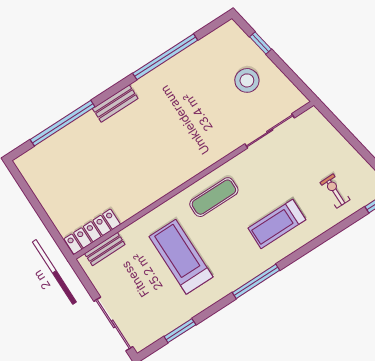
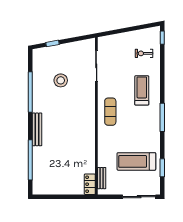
stool: (247, 80) -> (61, 80), moved
bench: (115, 104) -> (37, 129), width x1.36
treadmill: (277, 224) -> (142, 90), turned 180
locker: (92, 232) -> (90, 184), width x0.66
treadmill: (181, 257) -> (136, 161), moved

